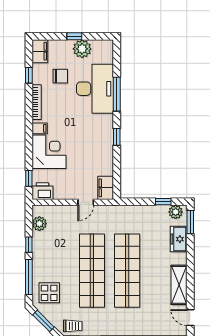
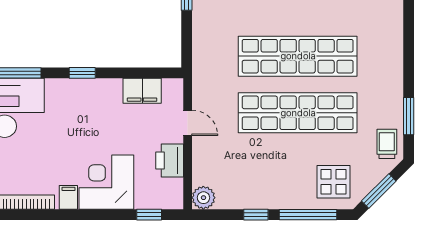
filing cabinet: (106, 188) -> (142, 91), moved
printer: (42, 191) -> (170, 160), moved
plant: (39, 224) -> (203, 198), moved

